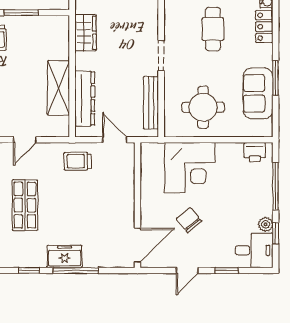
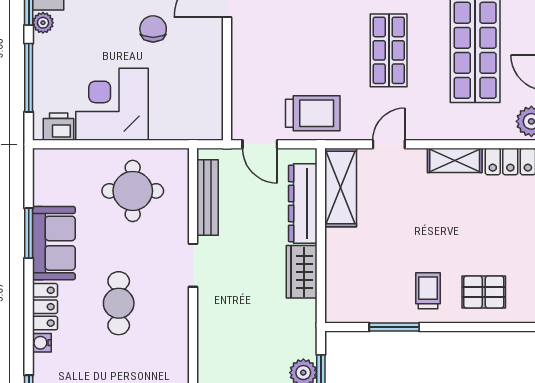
wardrobe: (85, 33) -> (302, 272), moved
shelving: (58, 88) -> (341, 187), moved
sofa: (258, 93) -> (54, 243), moved
trolley: (78, 161) -> (313, 113), width x1.36, depth x1.39
corner desk: (190, 168) -> (112, 104), moved
chair: (189, 220) -> (153, 29), turned -141

